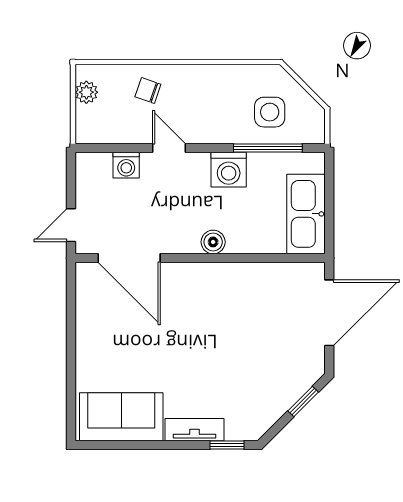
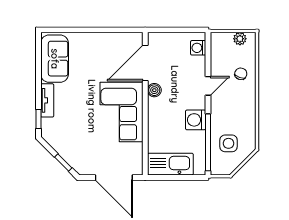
window: (268, 148) -> (208, 142), width x1.46
washing machine: (126, 165) -> (198, 48), moved
door: (71, 225) -> (164, 30), removed
boiler: (213, 242) -> (154, 90), moved
corner sofa: (215, 300) -> (121, 112), added

